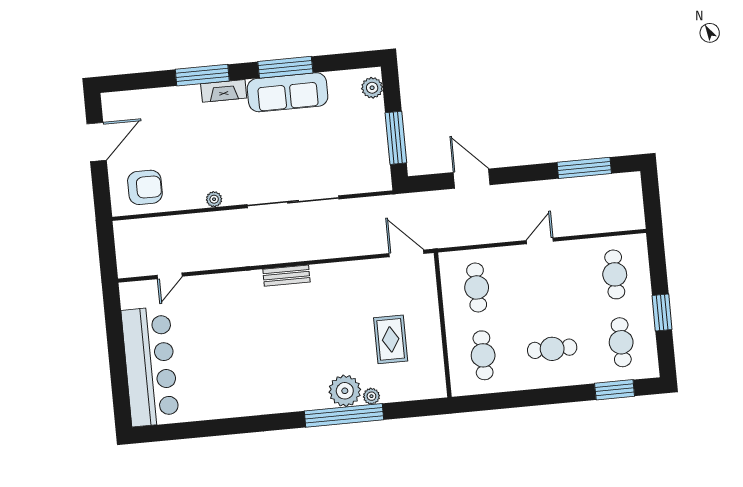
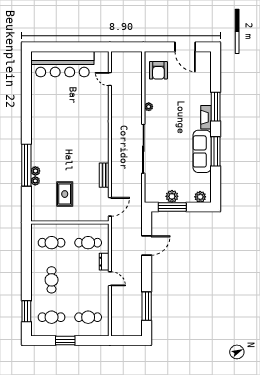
plant: (376, 140) -> (172, 196), added
dresser: (509, 255) -> (104, 262), added
bench: (286, 276) -> (104, 175), moved
rug: (391, 339) -> (65, 194), turned 90
plant: (345, 391) -> (35, 171), width x0.53, depth x0.53

